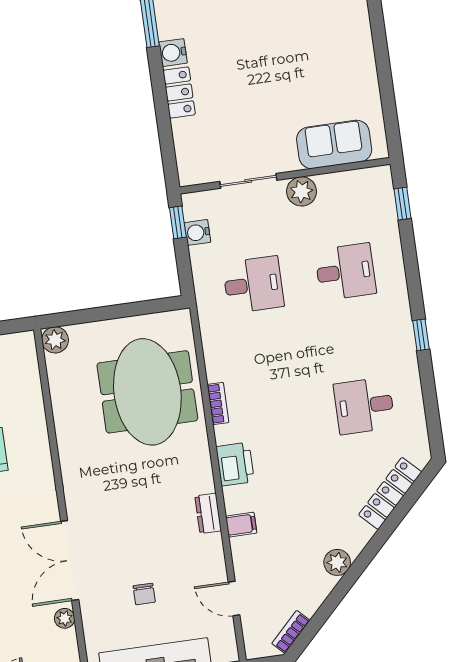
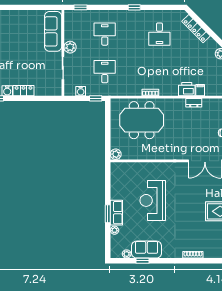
sofa: (334, 144) -> (53, 31), width x1.36
window: (178, 222) -> (96, 98), moved
printer: (235, 464) -> (187, 89), moved

